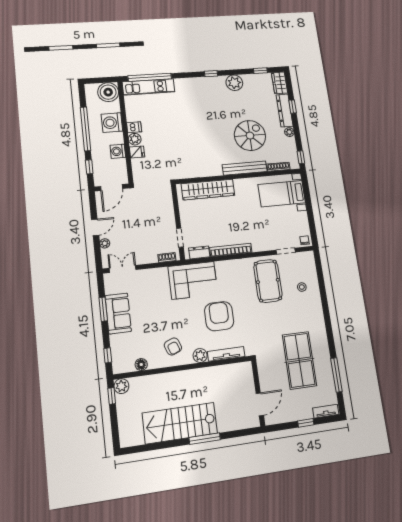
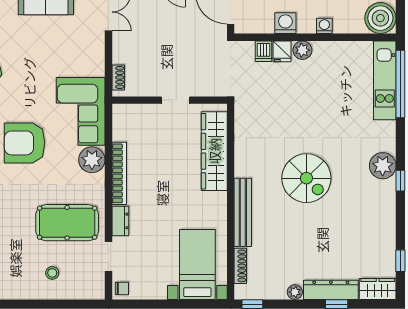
plant: (234, 83) -> (383, 166), moved
washing machine: (112, 123) -> (324, 26), width x0.53, depth x0.53
dishwasher: (134, 127) -> (264, 51), moved
spiral stairs: (250, 136) -> (306, 178), moved
doorway: (180, 238) -> (176, 100), moved
dresser: (199, 252) -> (120, 221), moved
plant: (224, 269) -> (92, 160), added
armchair: (219, 316) -> (25, 143), turned 180

